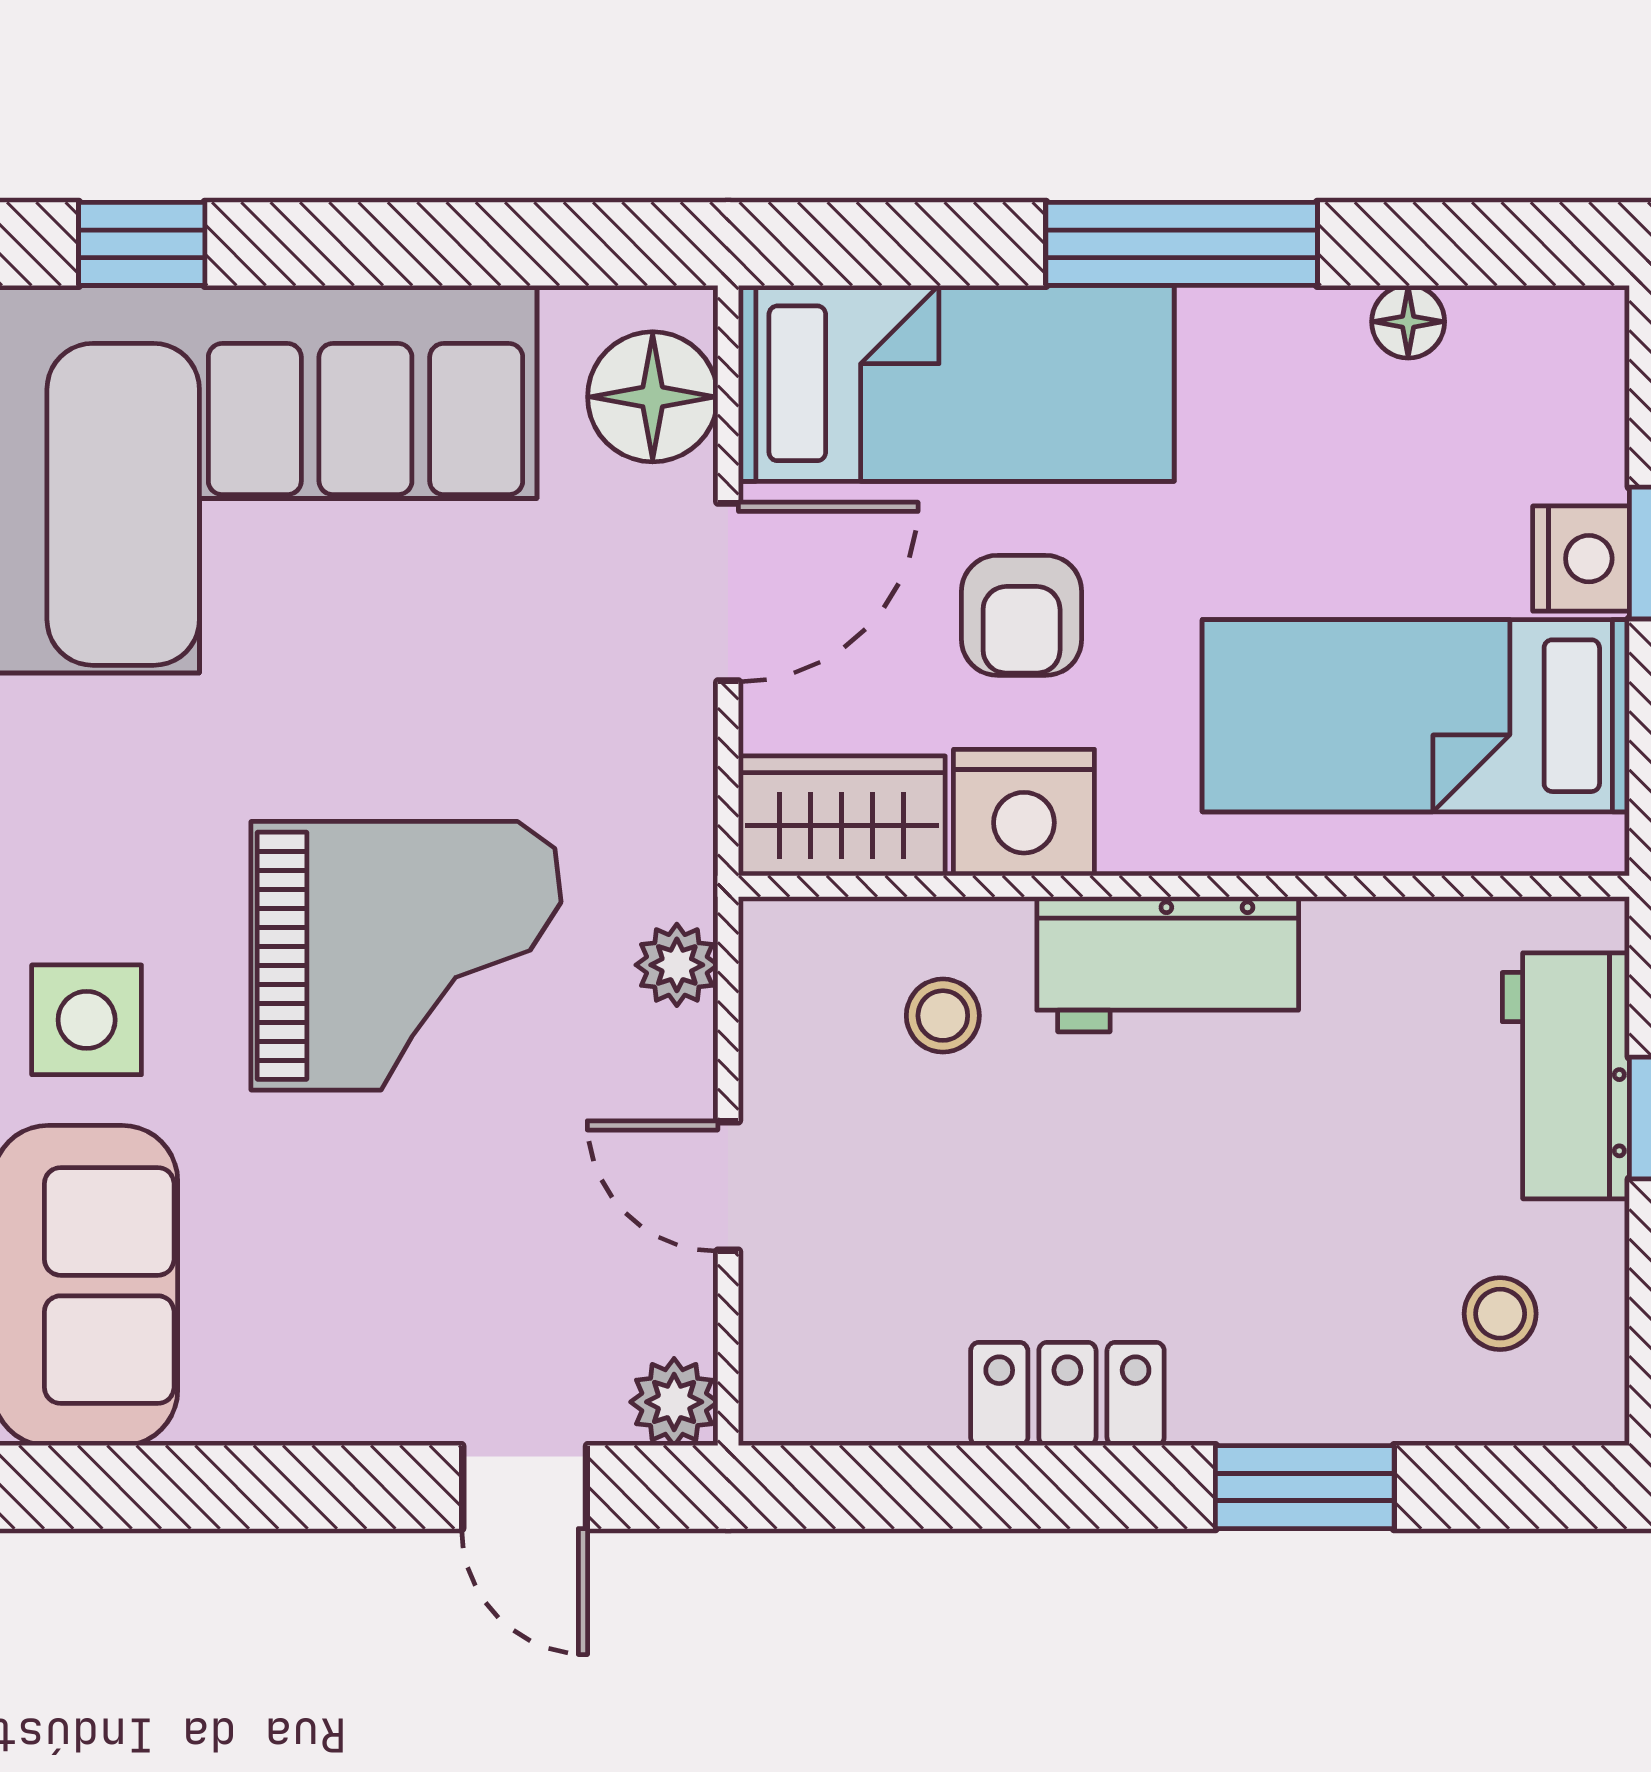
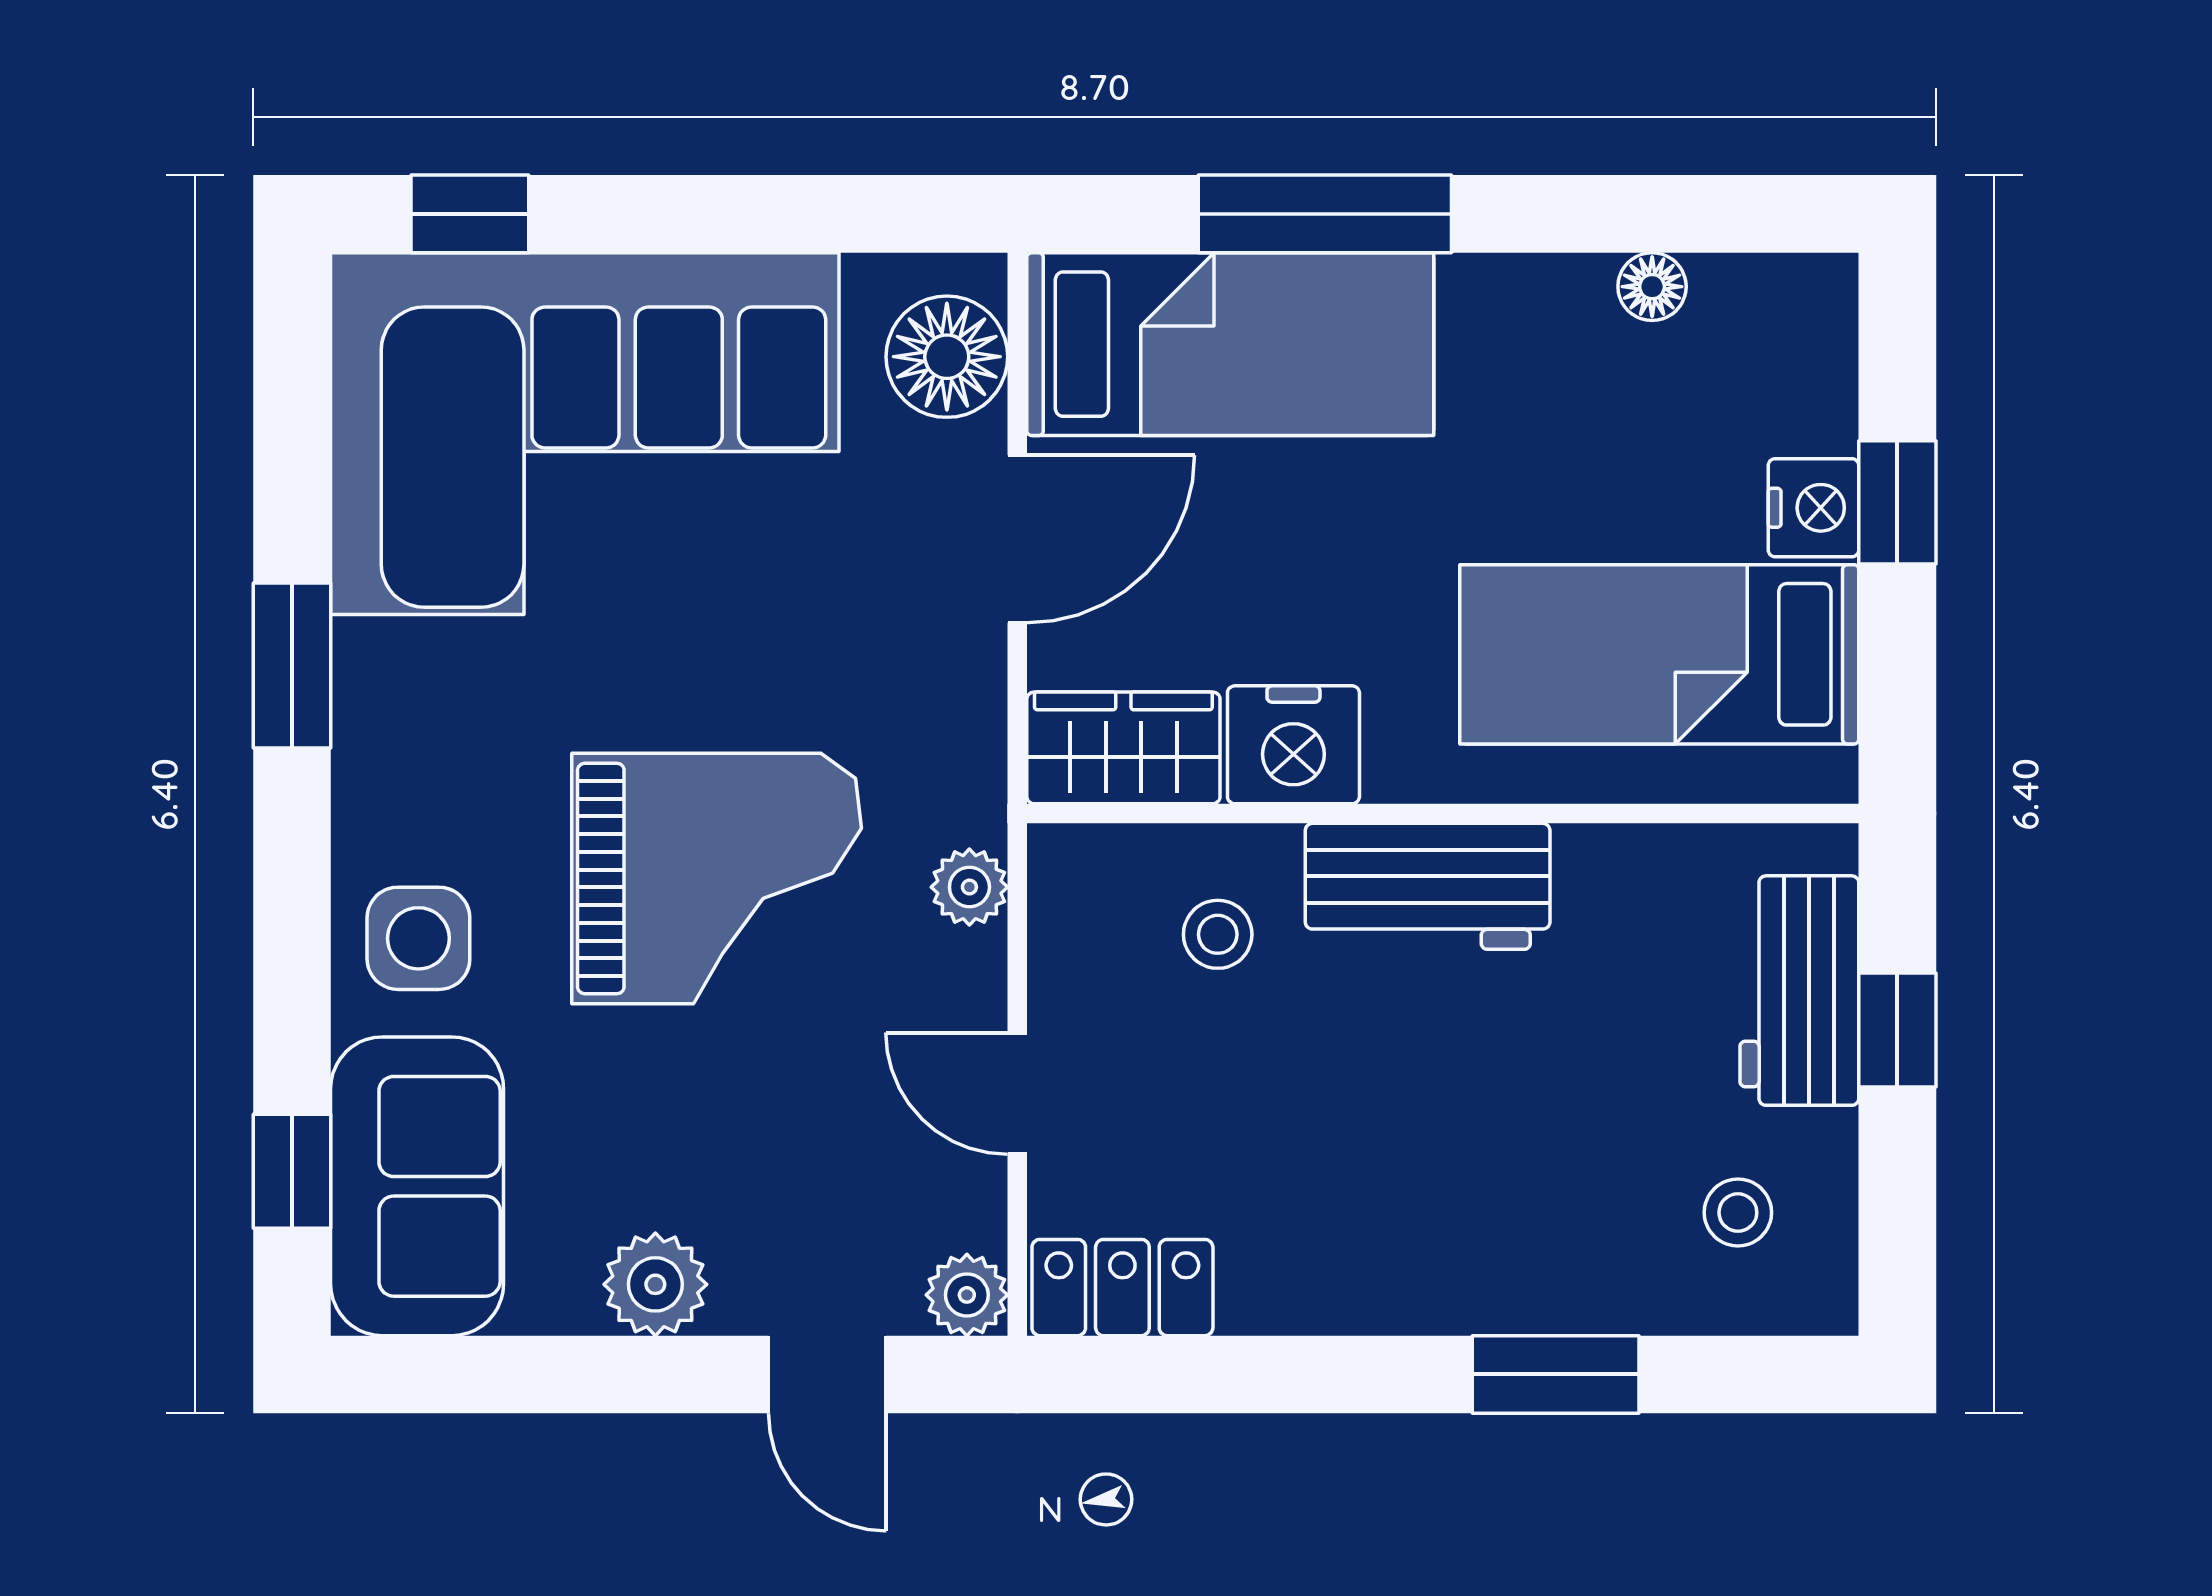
window: (1182, 244) -> (1325, 214), moved
armchair: (1022, 615) -> (1291, 561), removed
plant: (340, 1391) -> (655, 1284), added
locker: (1067, 1394) -> (1122, 1288), moved

